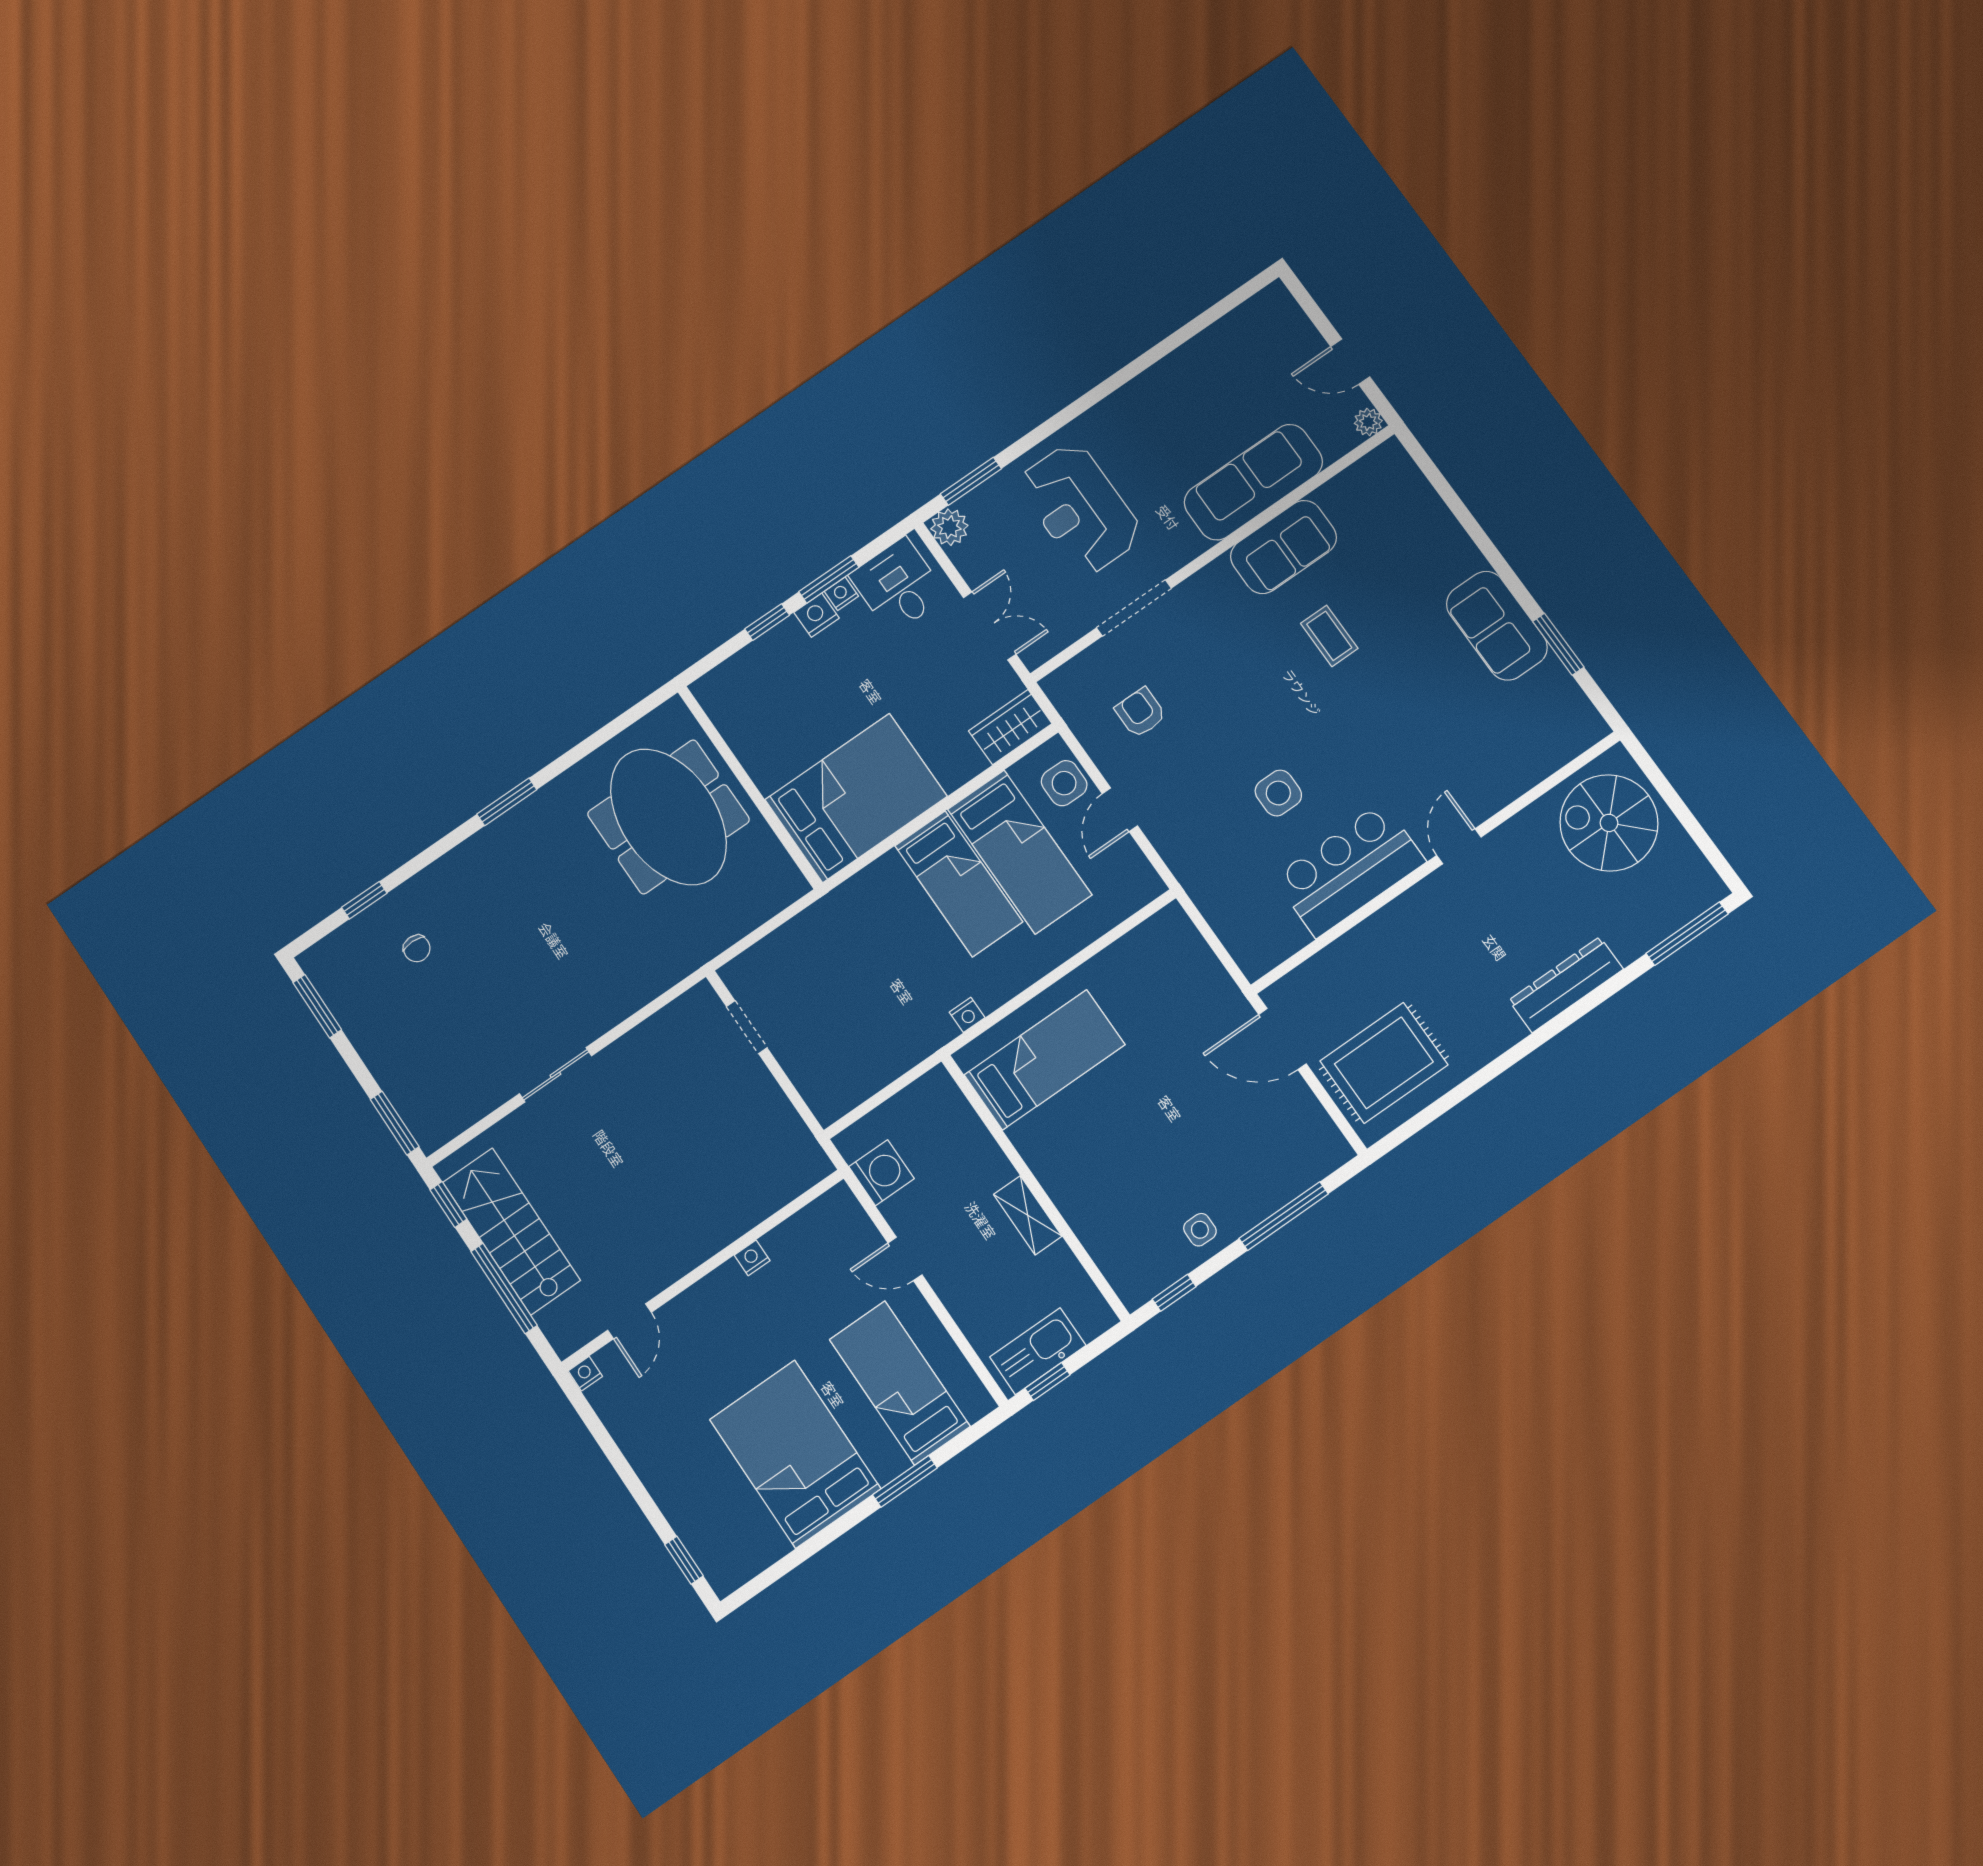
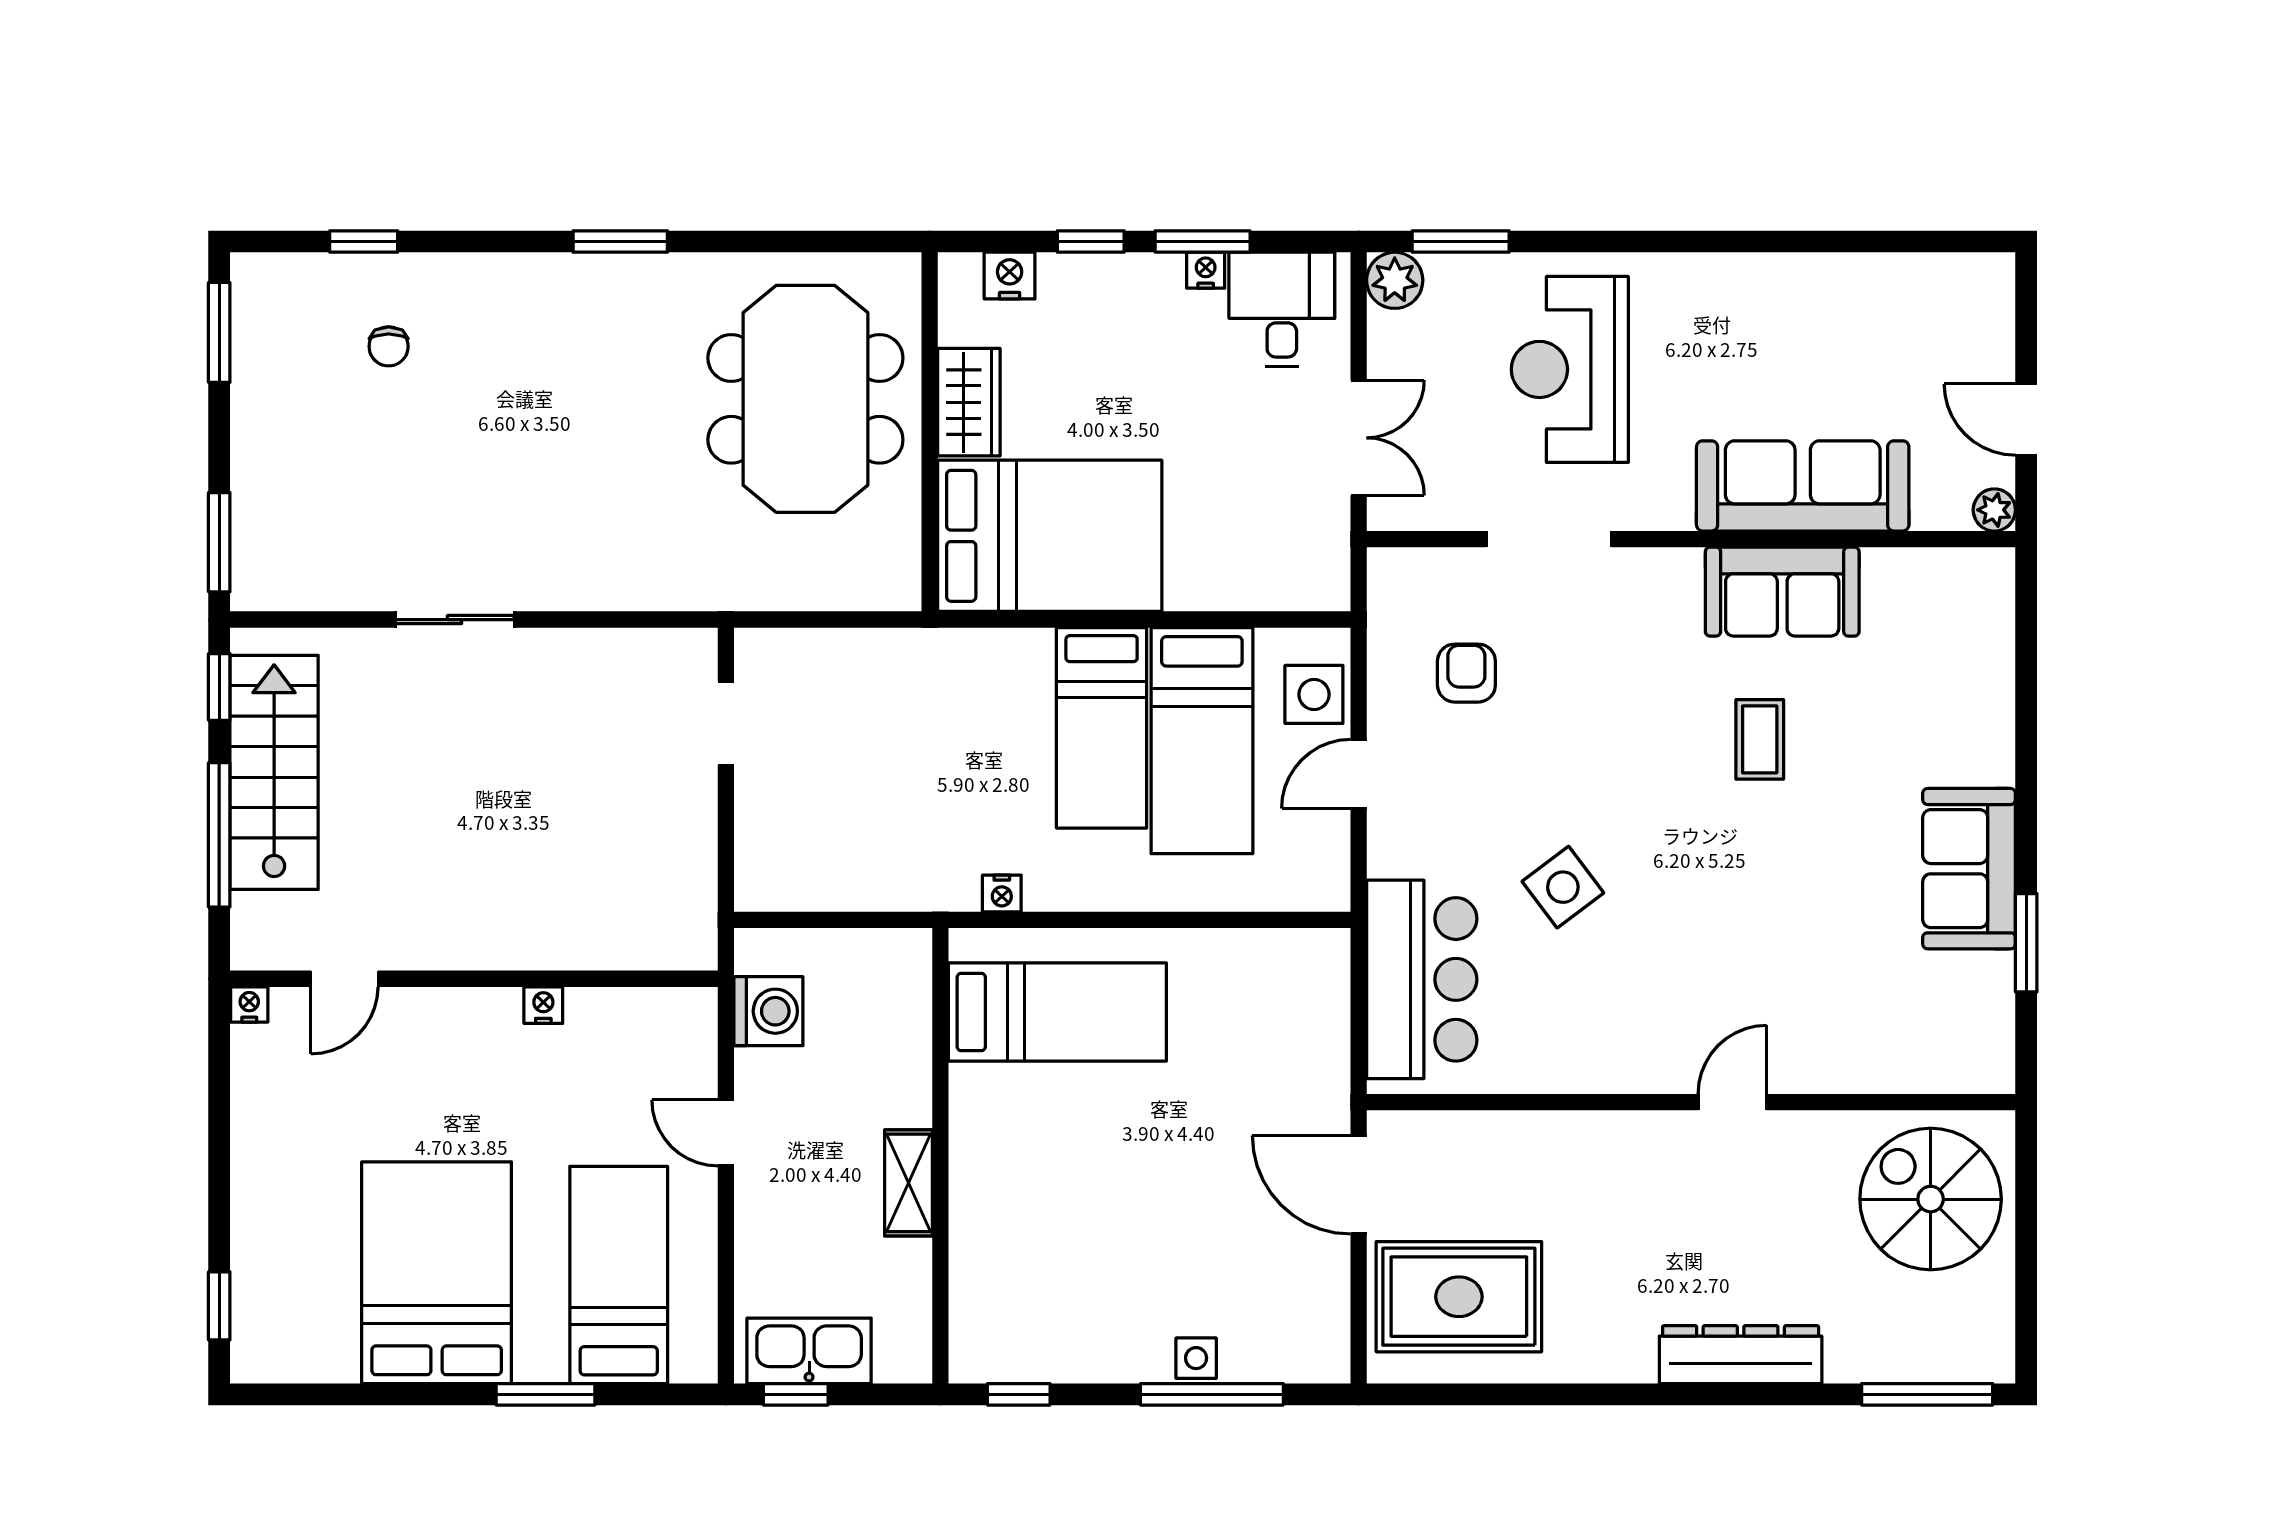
nightstand: (817, 615) -> (1010, 276), moved
wardrobe: (1010, 727) -> (969, 402), moved, turned 90
side table: (1278, 793) -> (1563, 887), turned -37
bar counter: (1349, 870) -> (1422, 979), moved, turned 90
side table: (1200, 1230) -> (1196, 1358), moved

